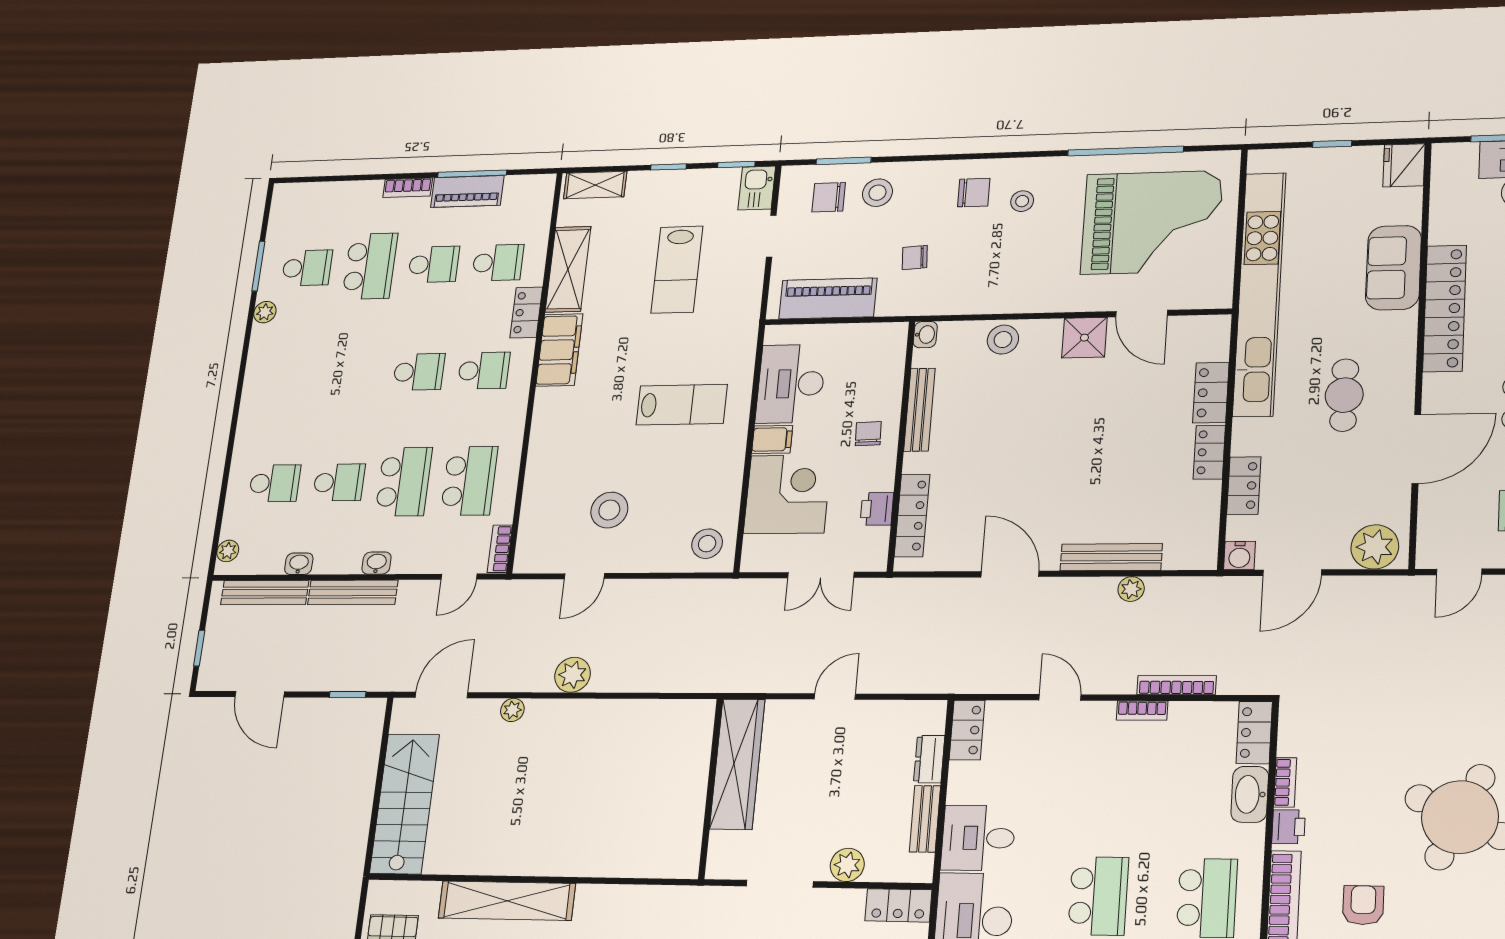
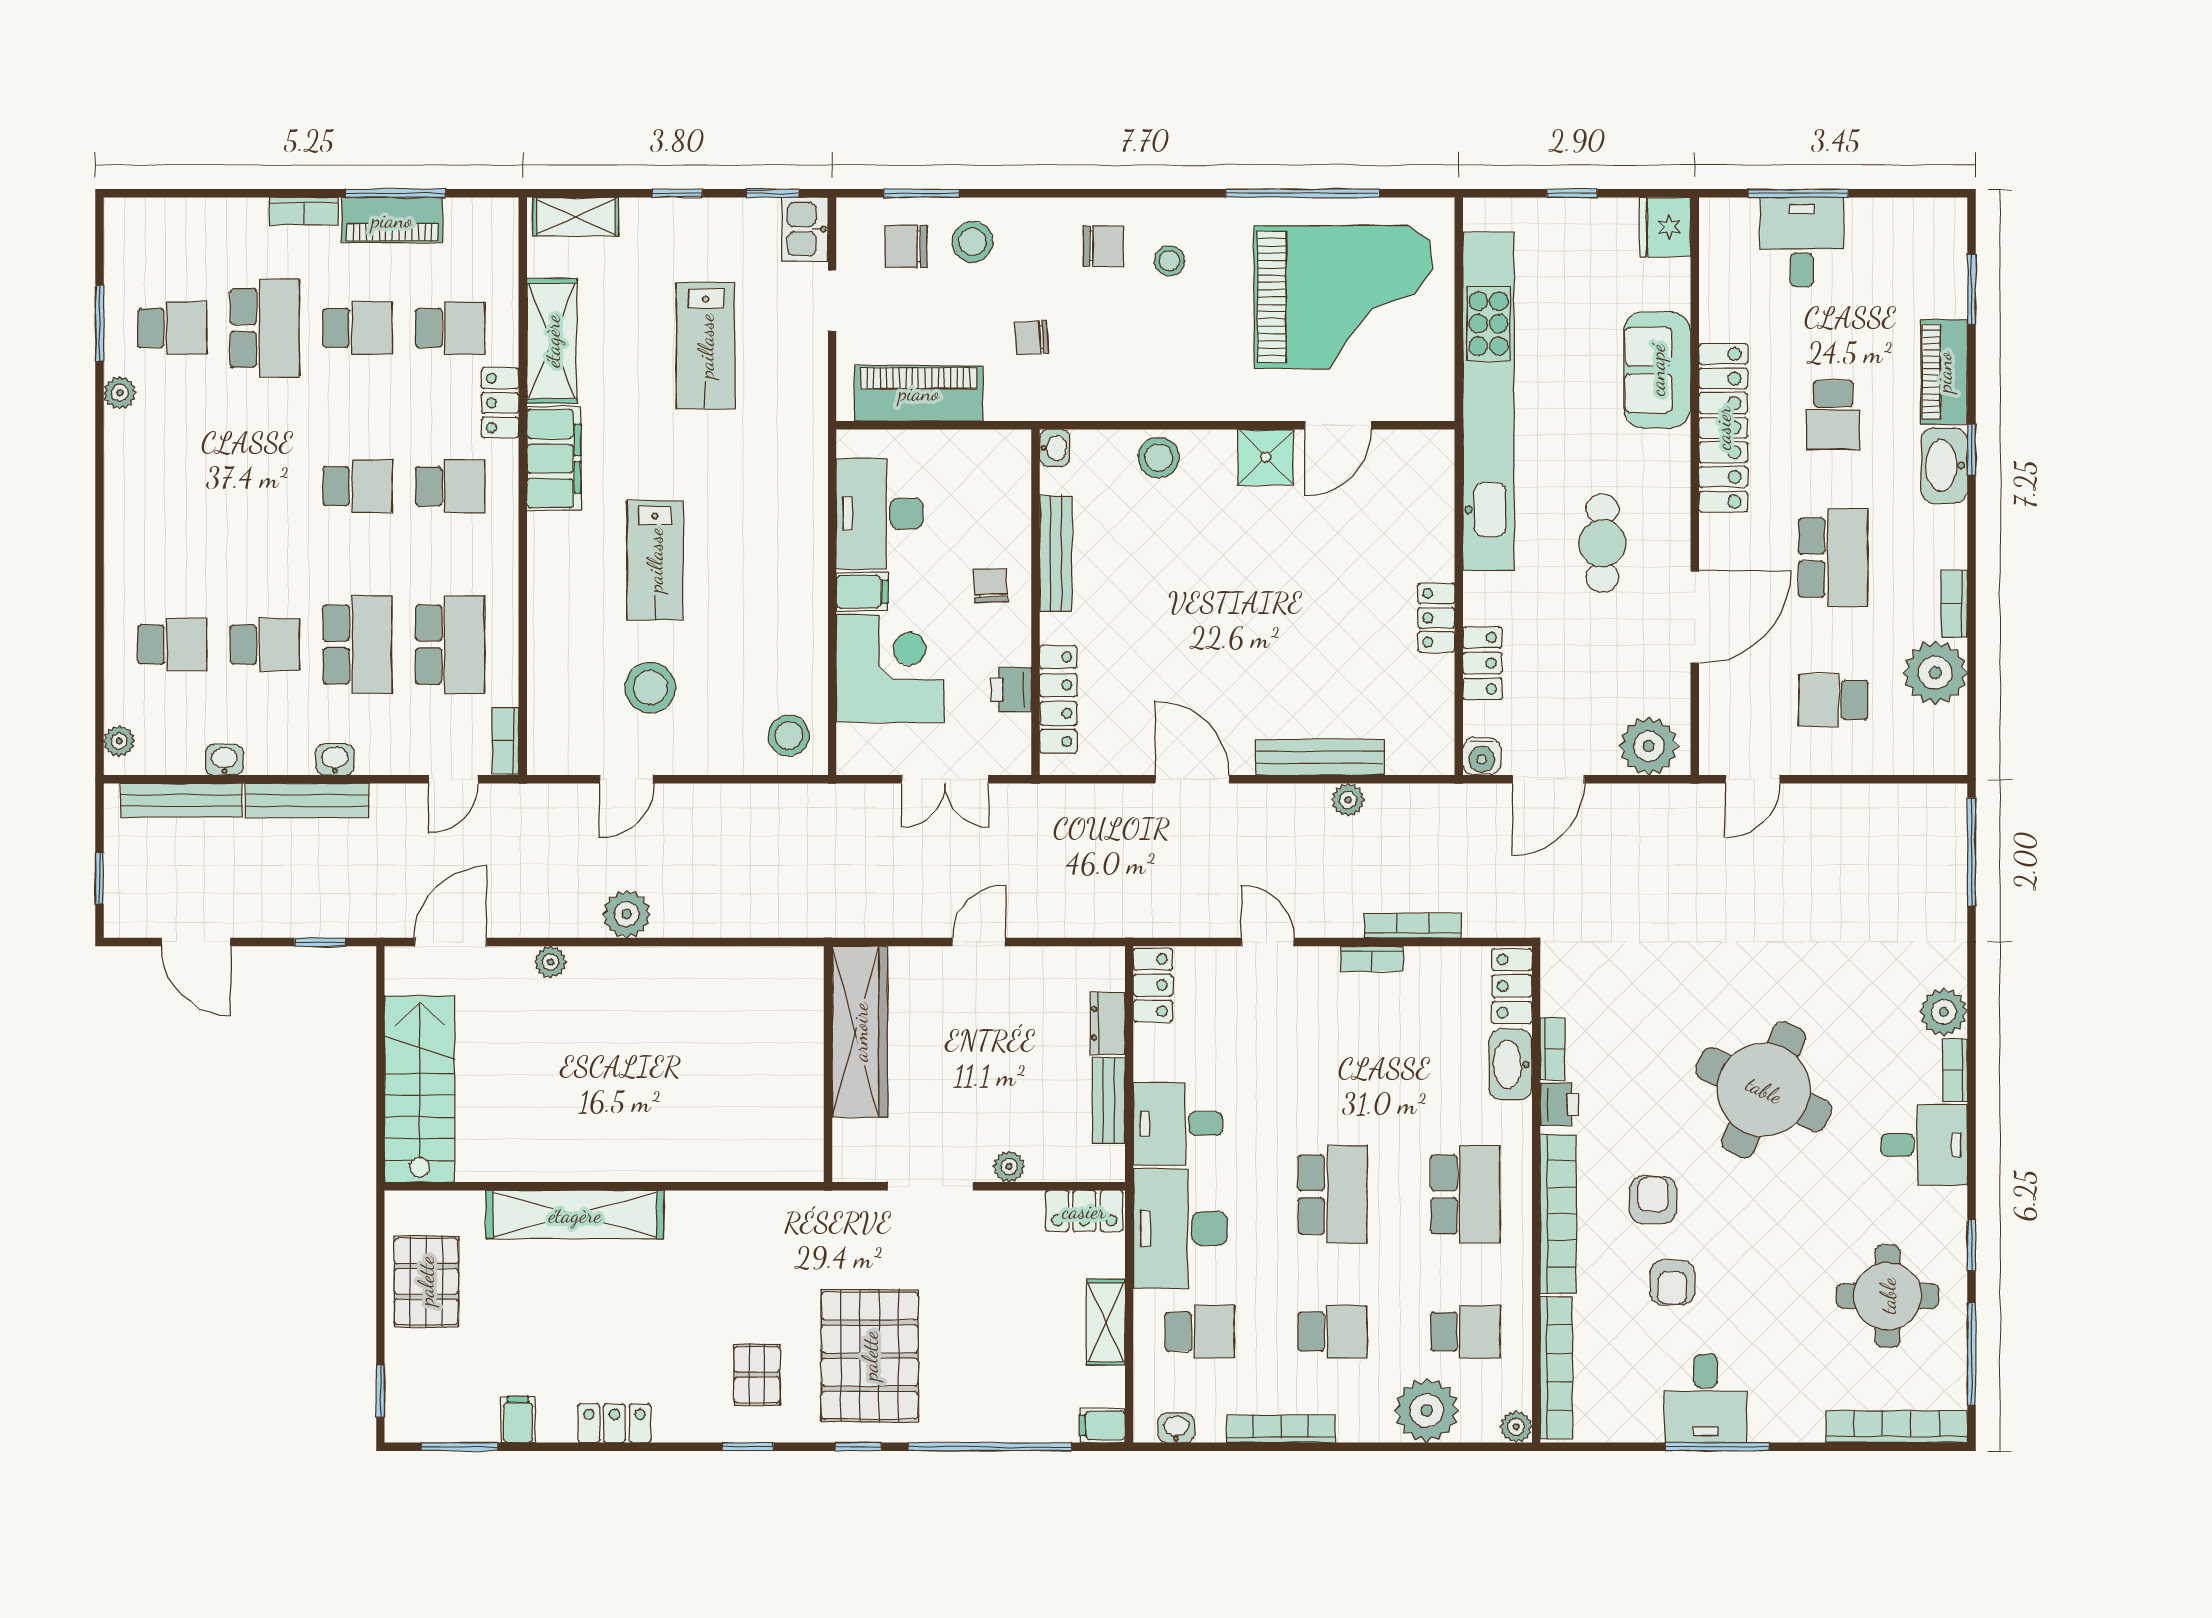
door: (1142, 314) -> (1338, 425), hinge flipped
locker: (1211, 393) -> (1434, 537), removed
lab bench: (682, 405) -> (655, 560), moved, turned 90
plant: (847, 865) -> (1009, 1167), width x0.73, depth x0.73

